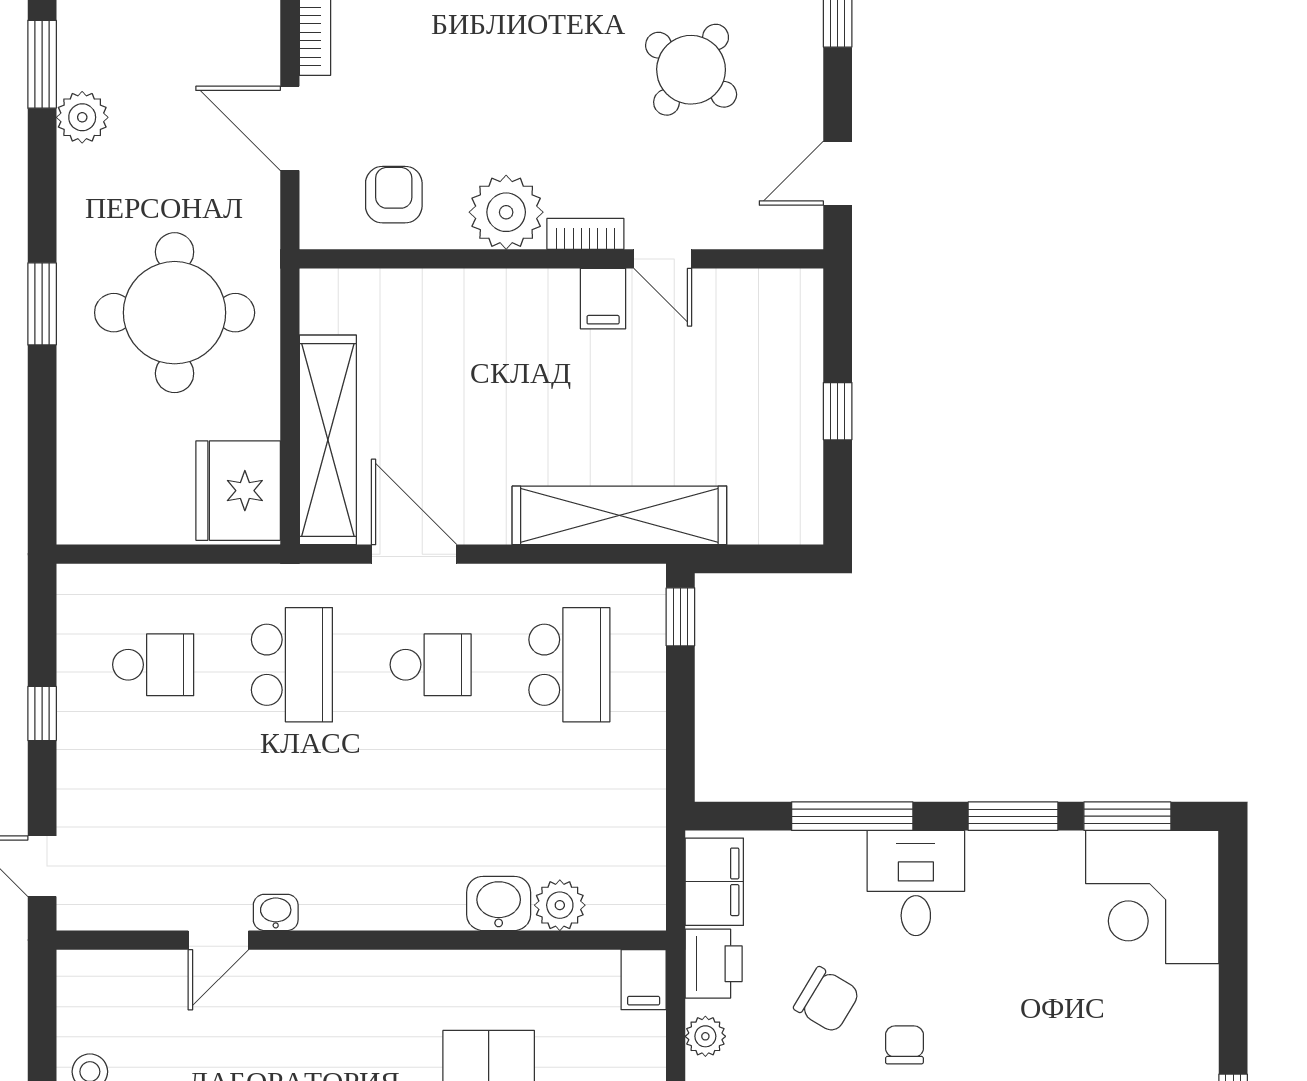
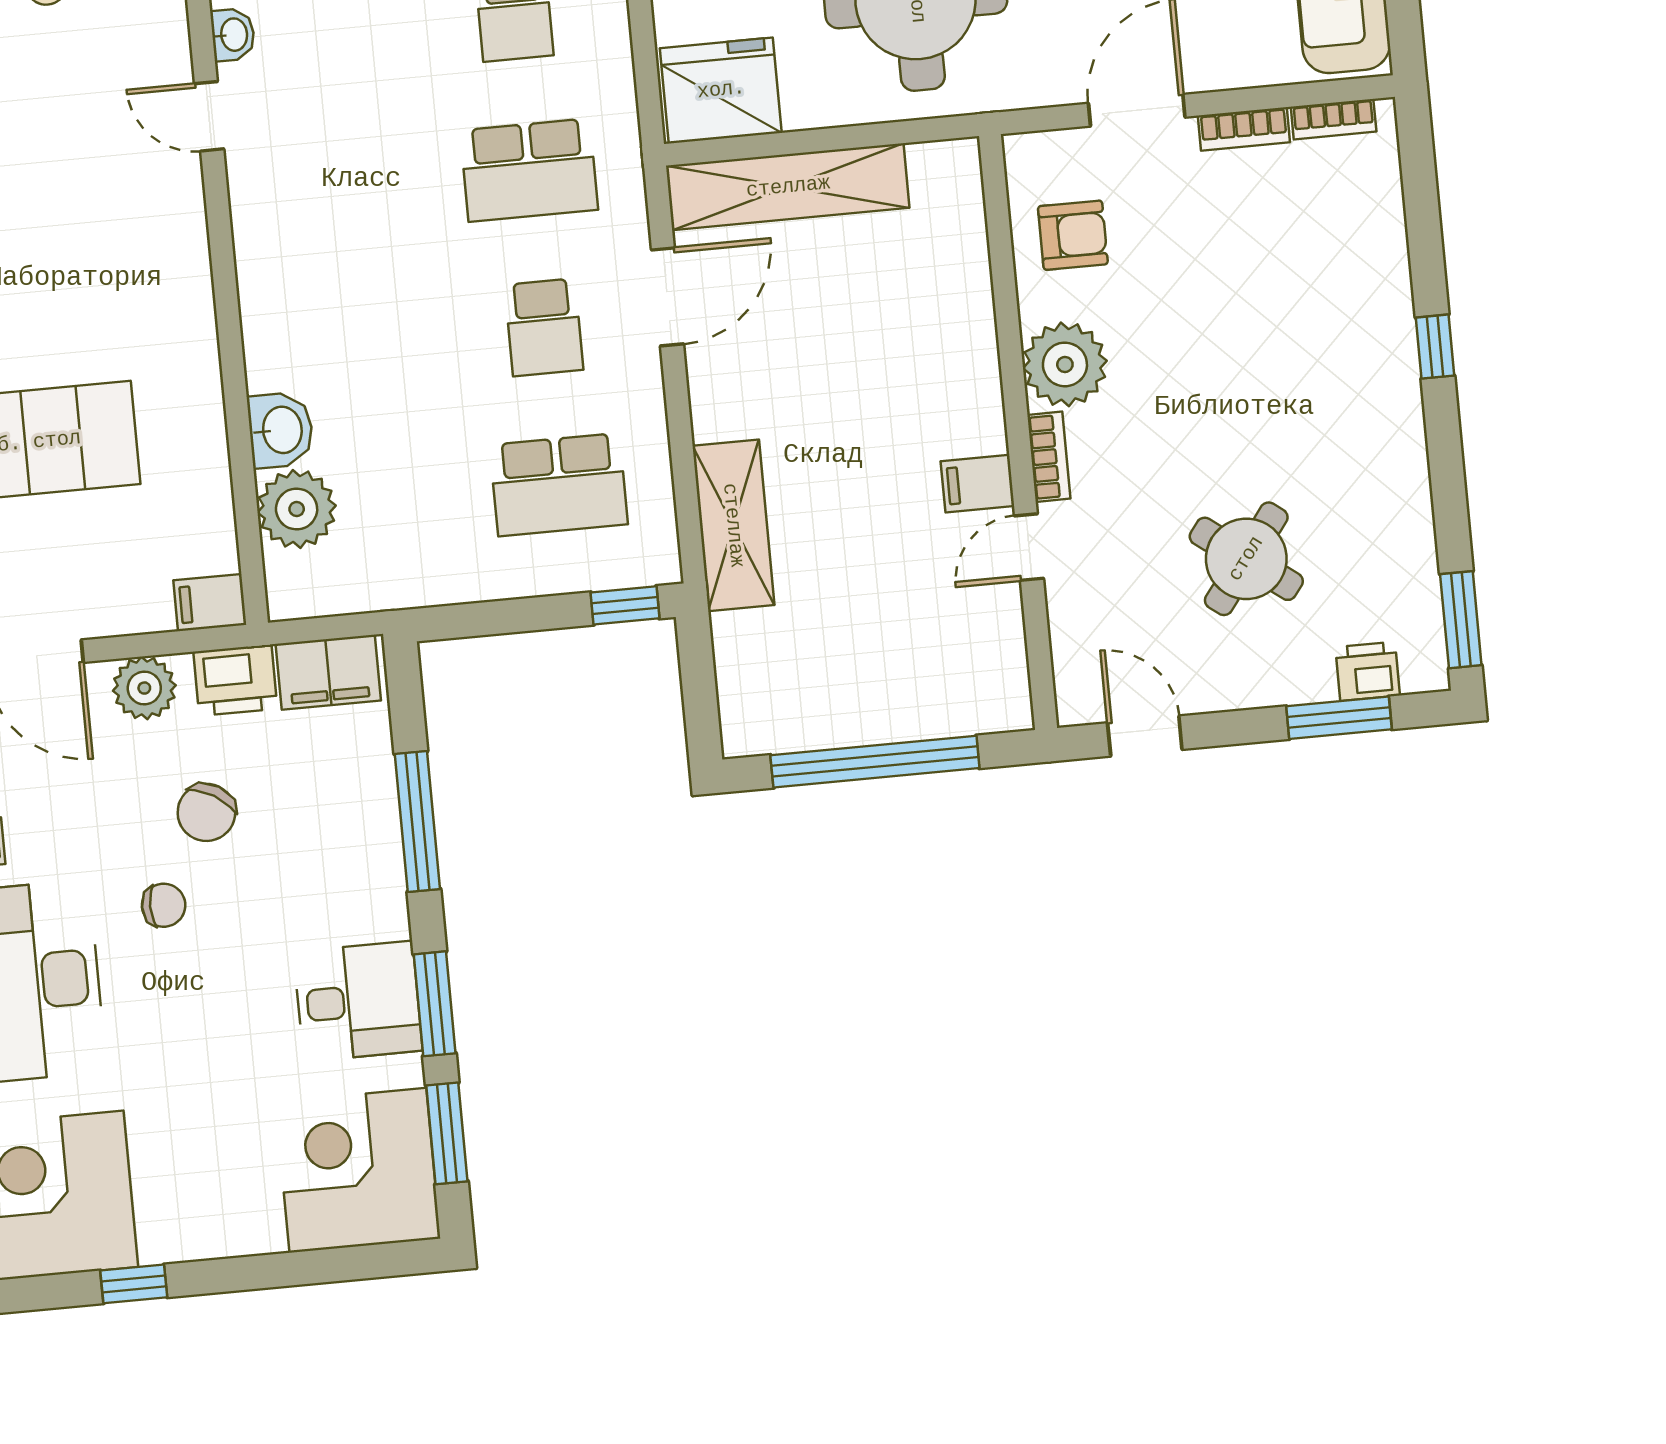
window: (838, 411) -> (875, 762), width x3.17
shelving: (619, 515) -> (733, 525), width x0.68
desk: (916, 883) -> (358, 1001), moved
plant: (560, 905) -> (297, 509), width x1.36, depth x1.36
washbasin: (276, 912) -> (233, 35), moved
plant: (705, 1036) -> (144, 688), width x1.38, depth x1.38

